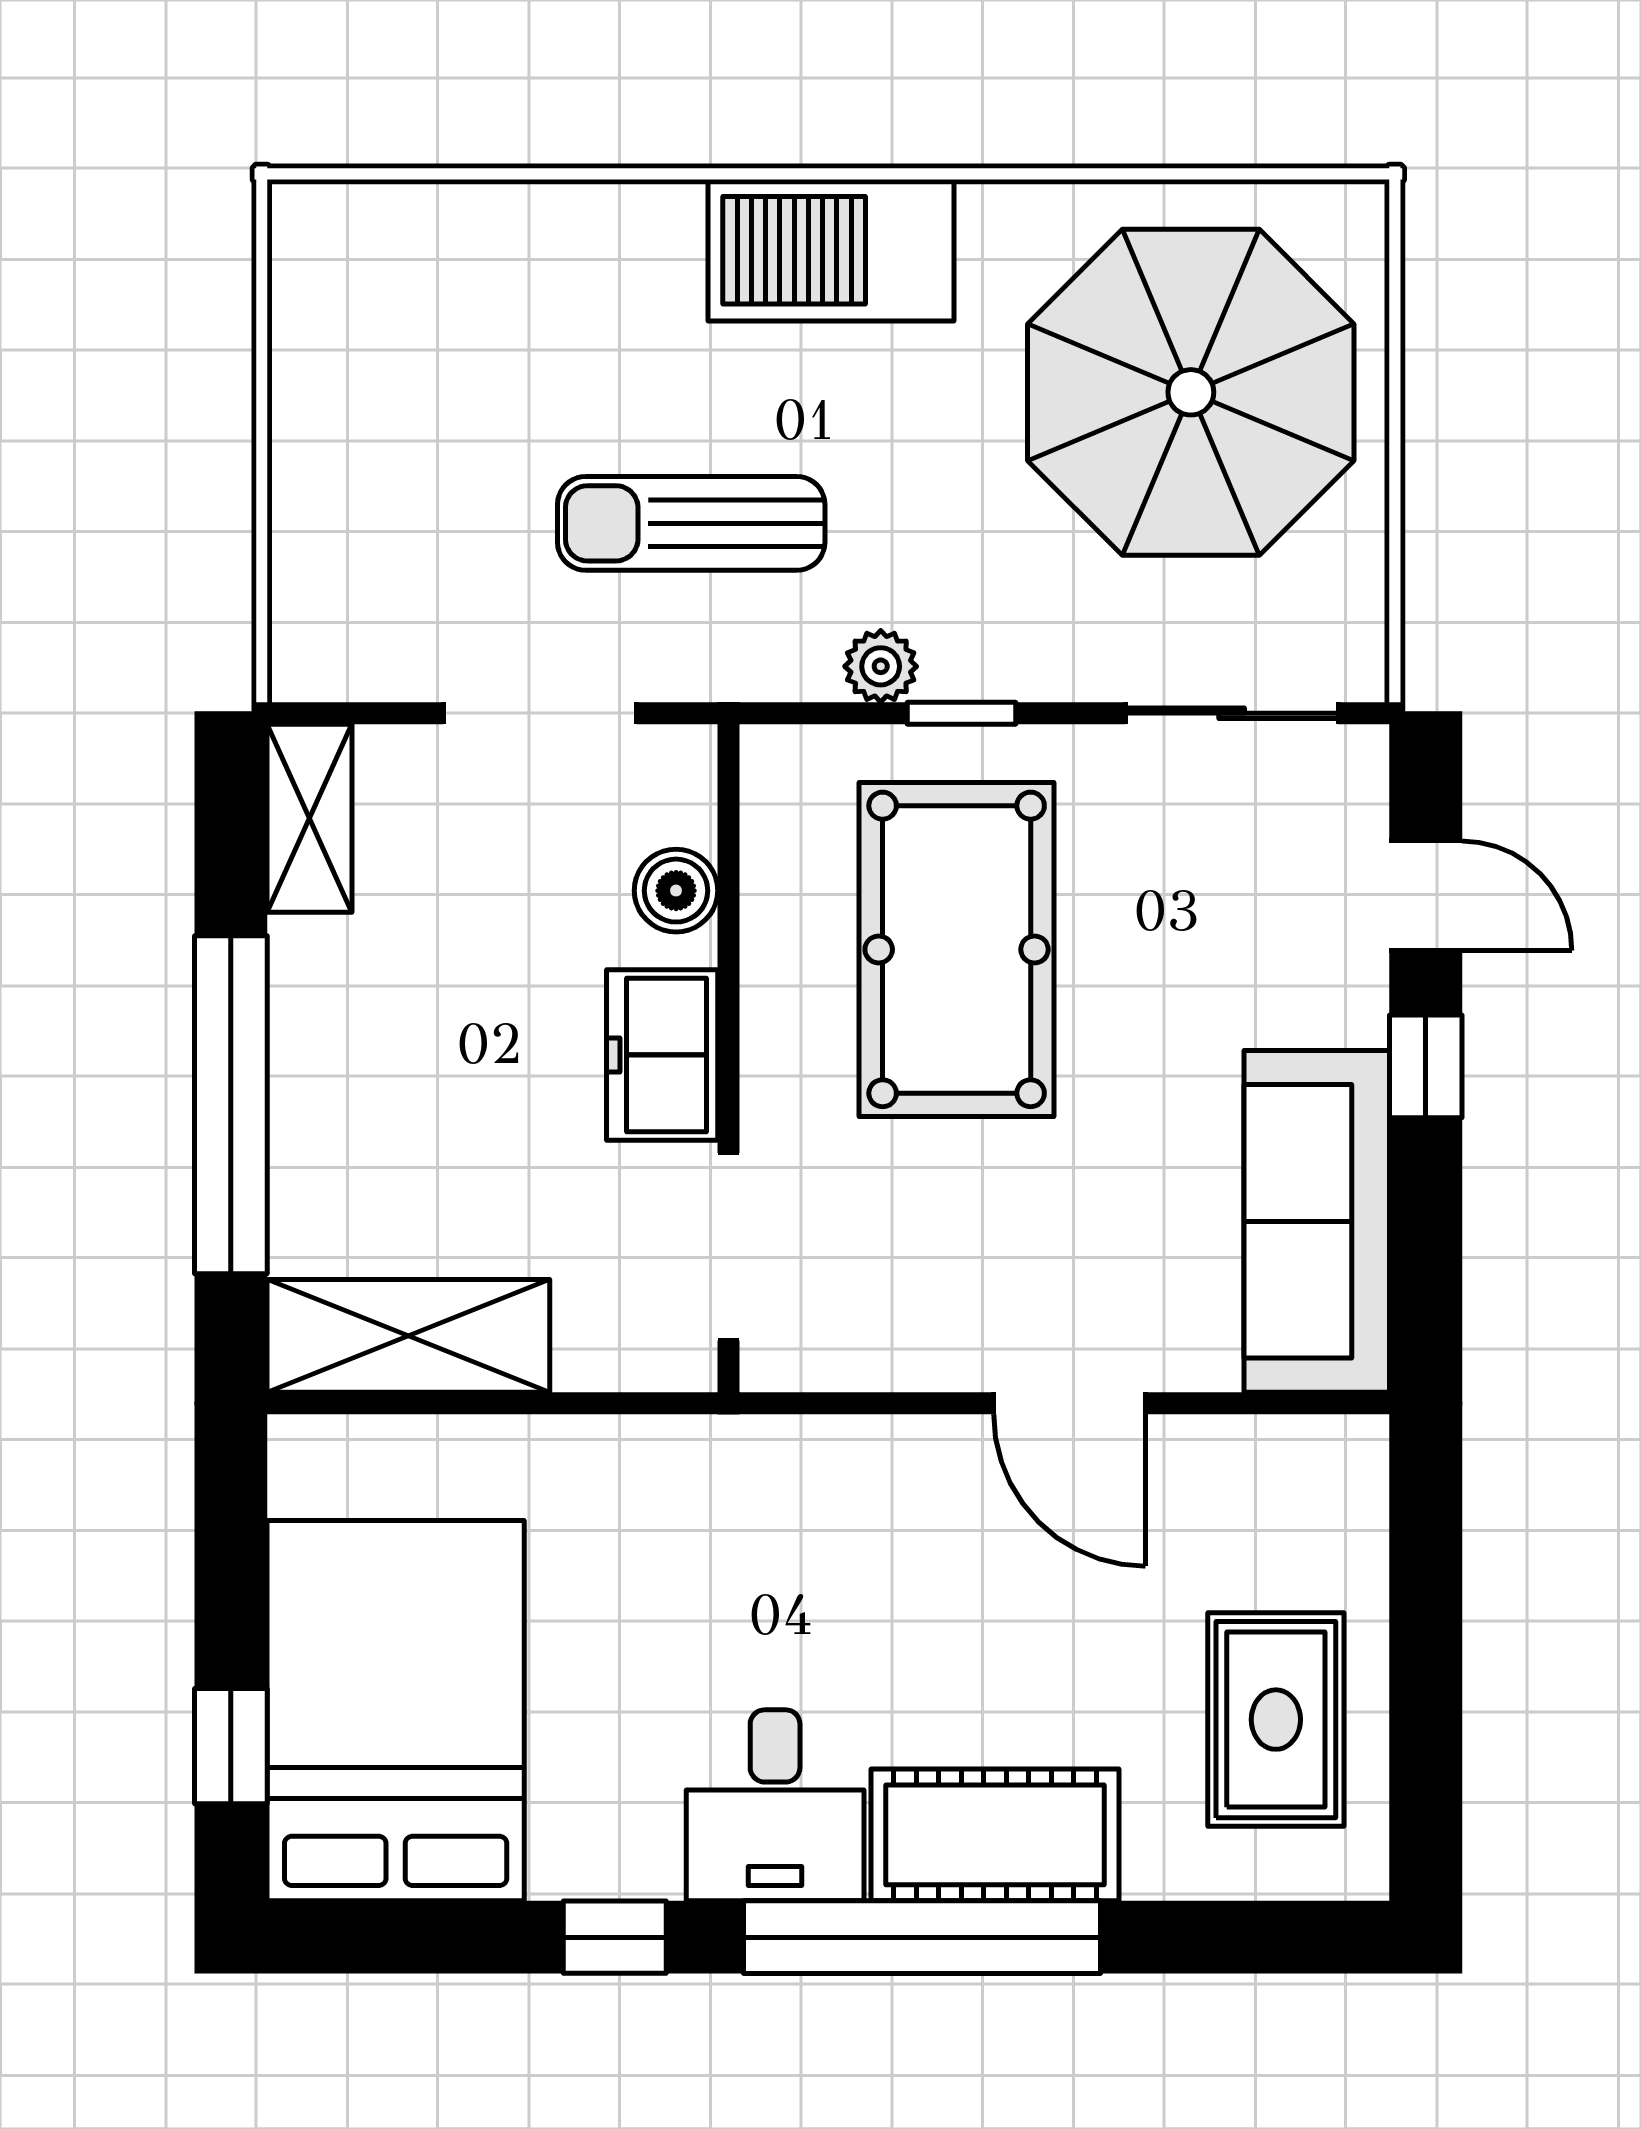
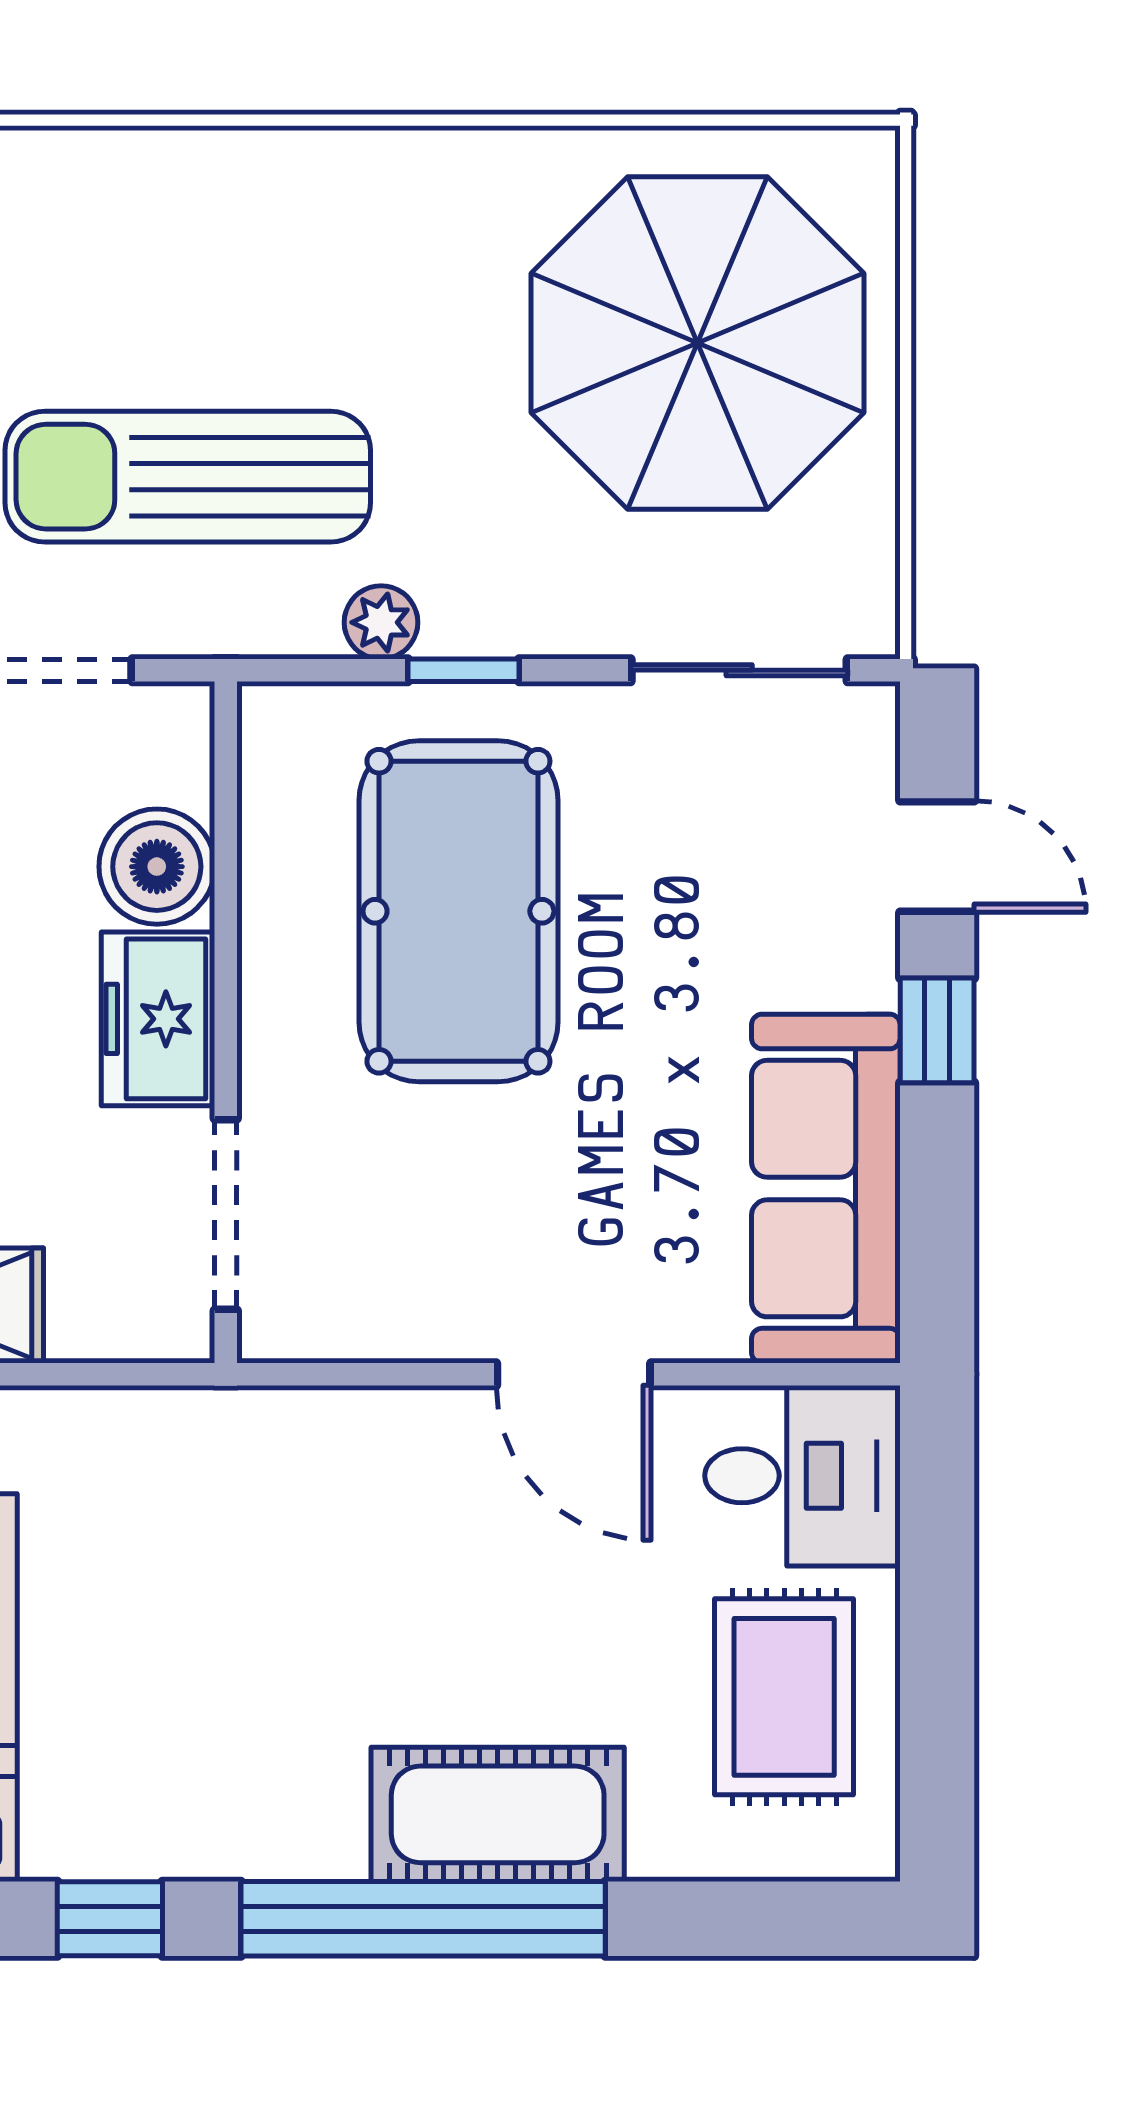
barbecue: (831, 250) -> (330, 198), removed
sun lounger: (691, 523) -> (188, 477), width x1.36, depth x1.34
boiler: (676, 891) -> (157, 867), width x1.36, depth x1.36
desk: (775, 1805) -> (802, 1476), moved, turned -90

